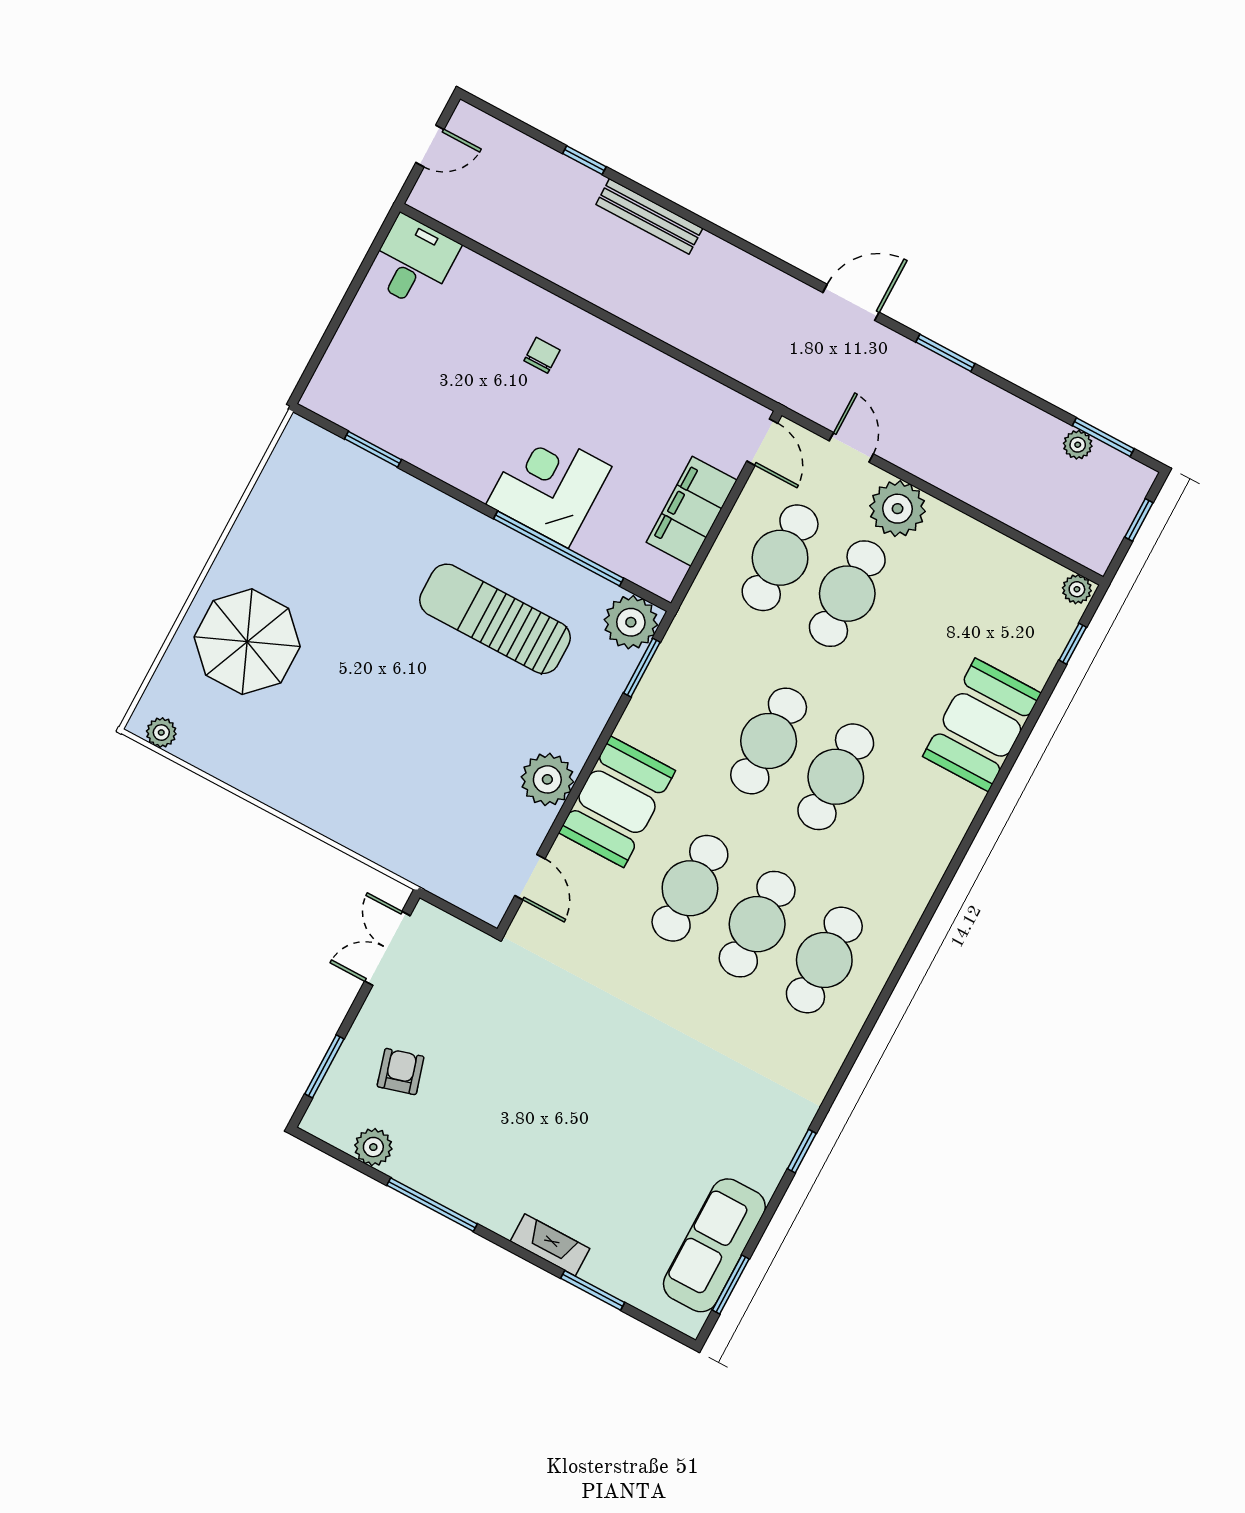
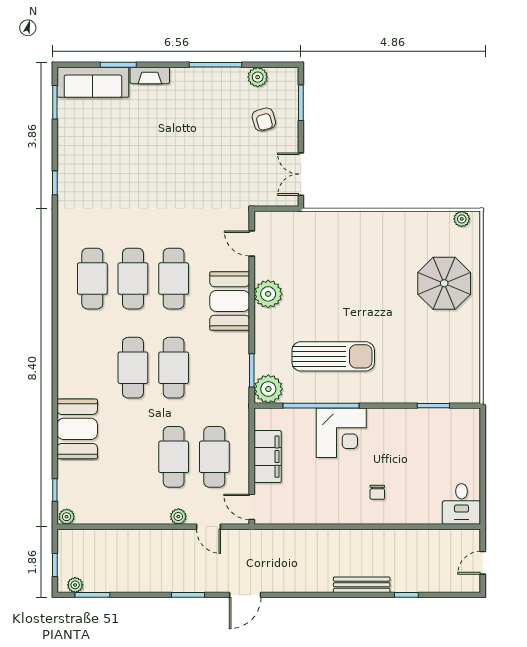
plant: (1078, 445) -> (75, 585), moved
plant: (898, 509) -> (178, 516), width x0.53, depth x0.53
double door: (387, 948) -> (301, 174), swing flipped
sofa: (714, 1245) -> (93, 82), moved, turned 90

